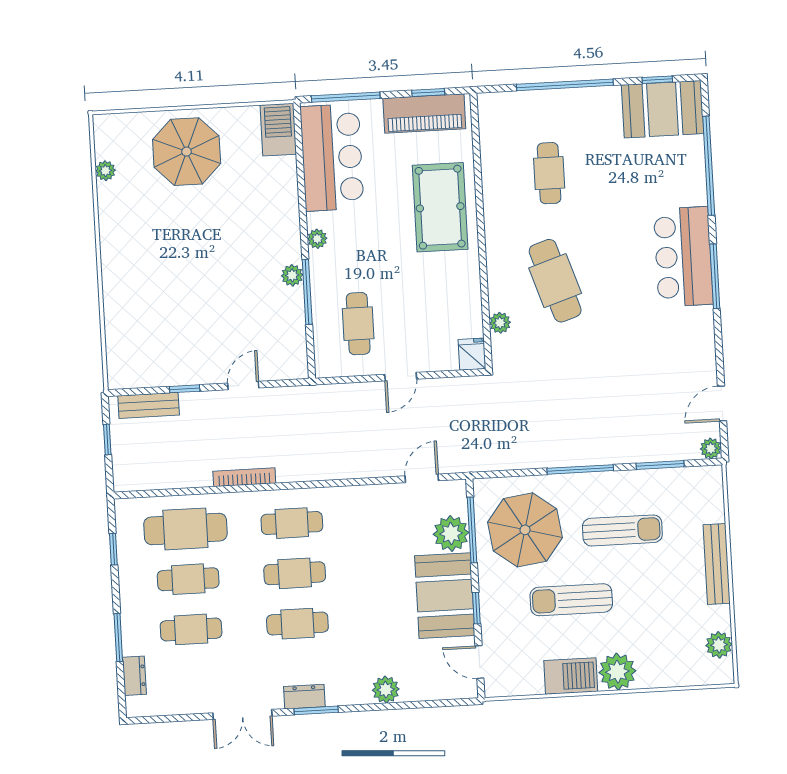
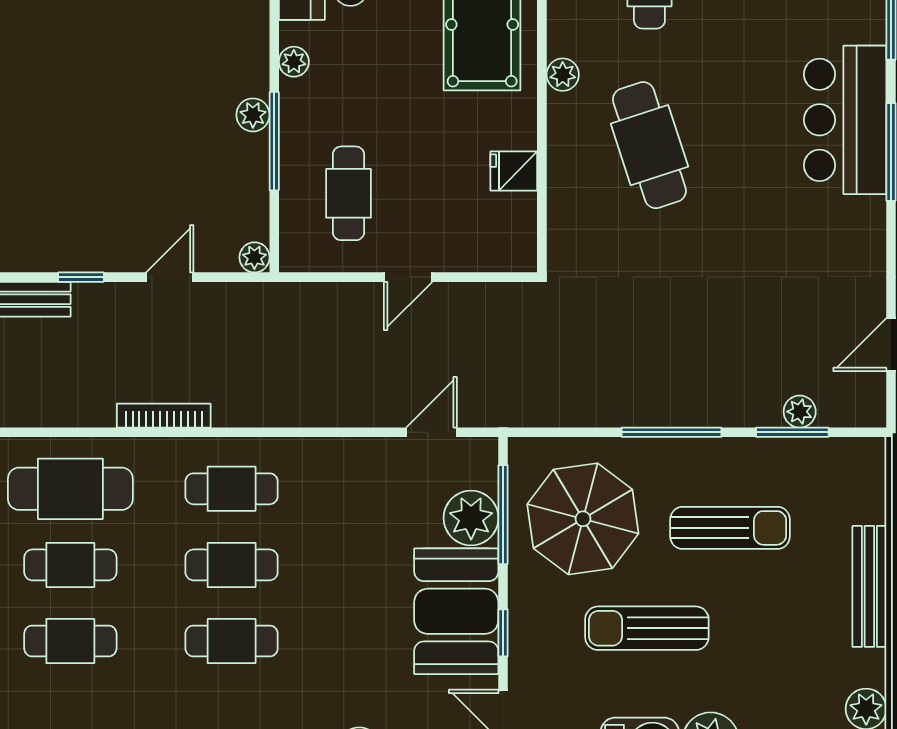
plant: (500, 323) -> (563, 75), moved
fridge: (472, 354) -> (514, 171), moved, turned -90
plant: (298, 369) -> (254, 257), added
plant: (711, 448) -> (800, 412), moved

